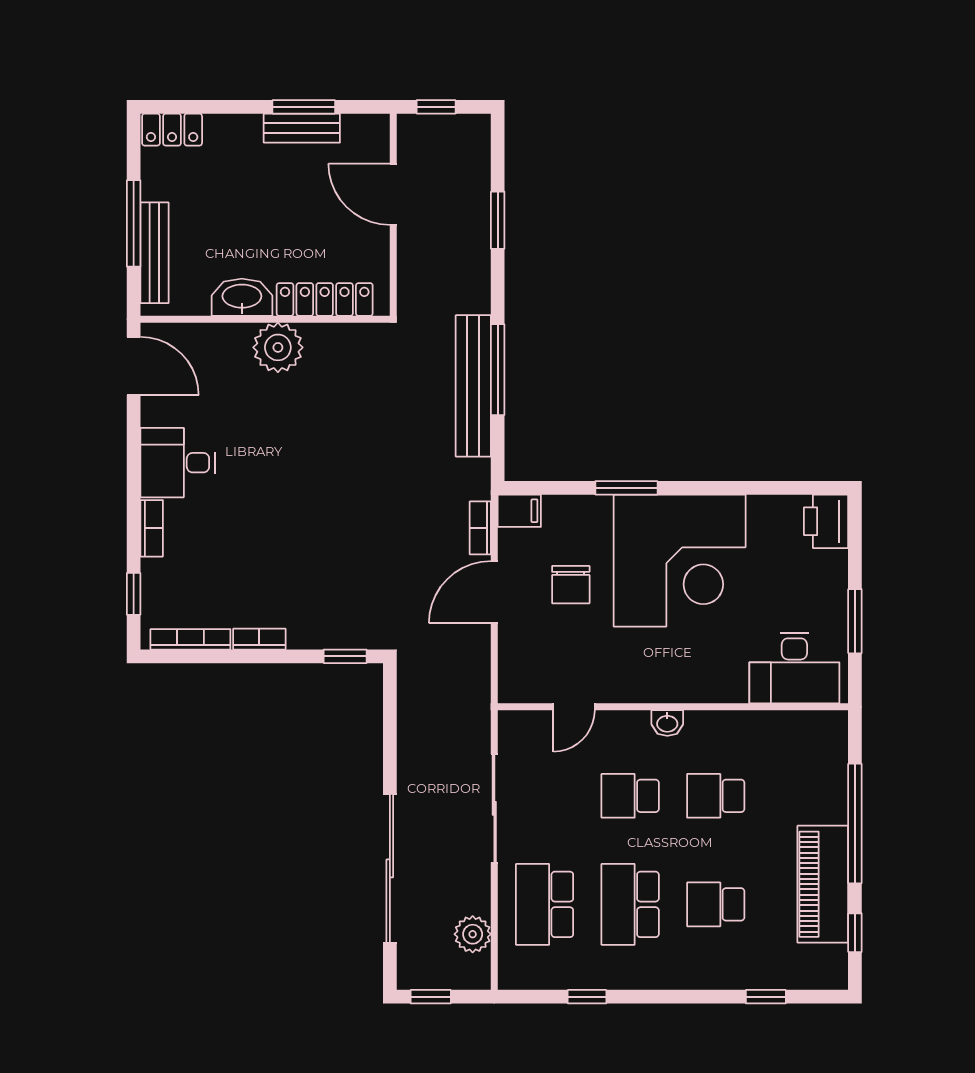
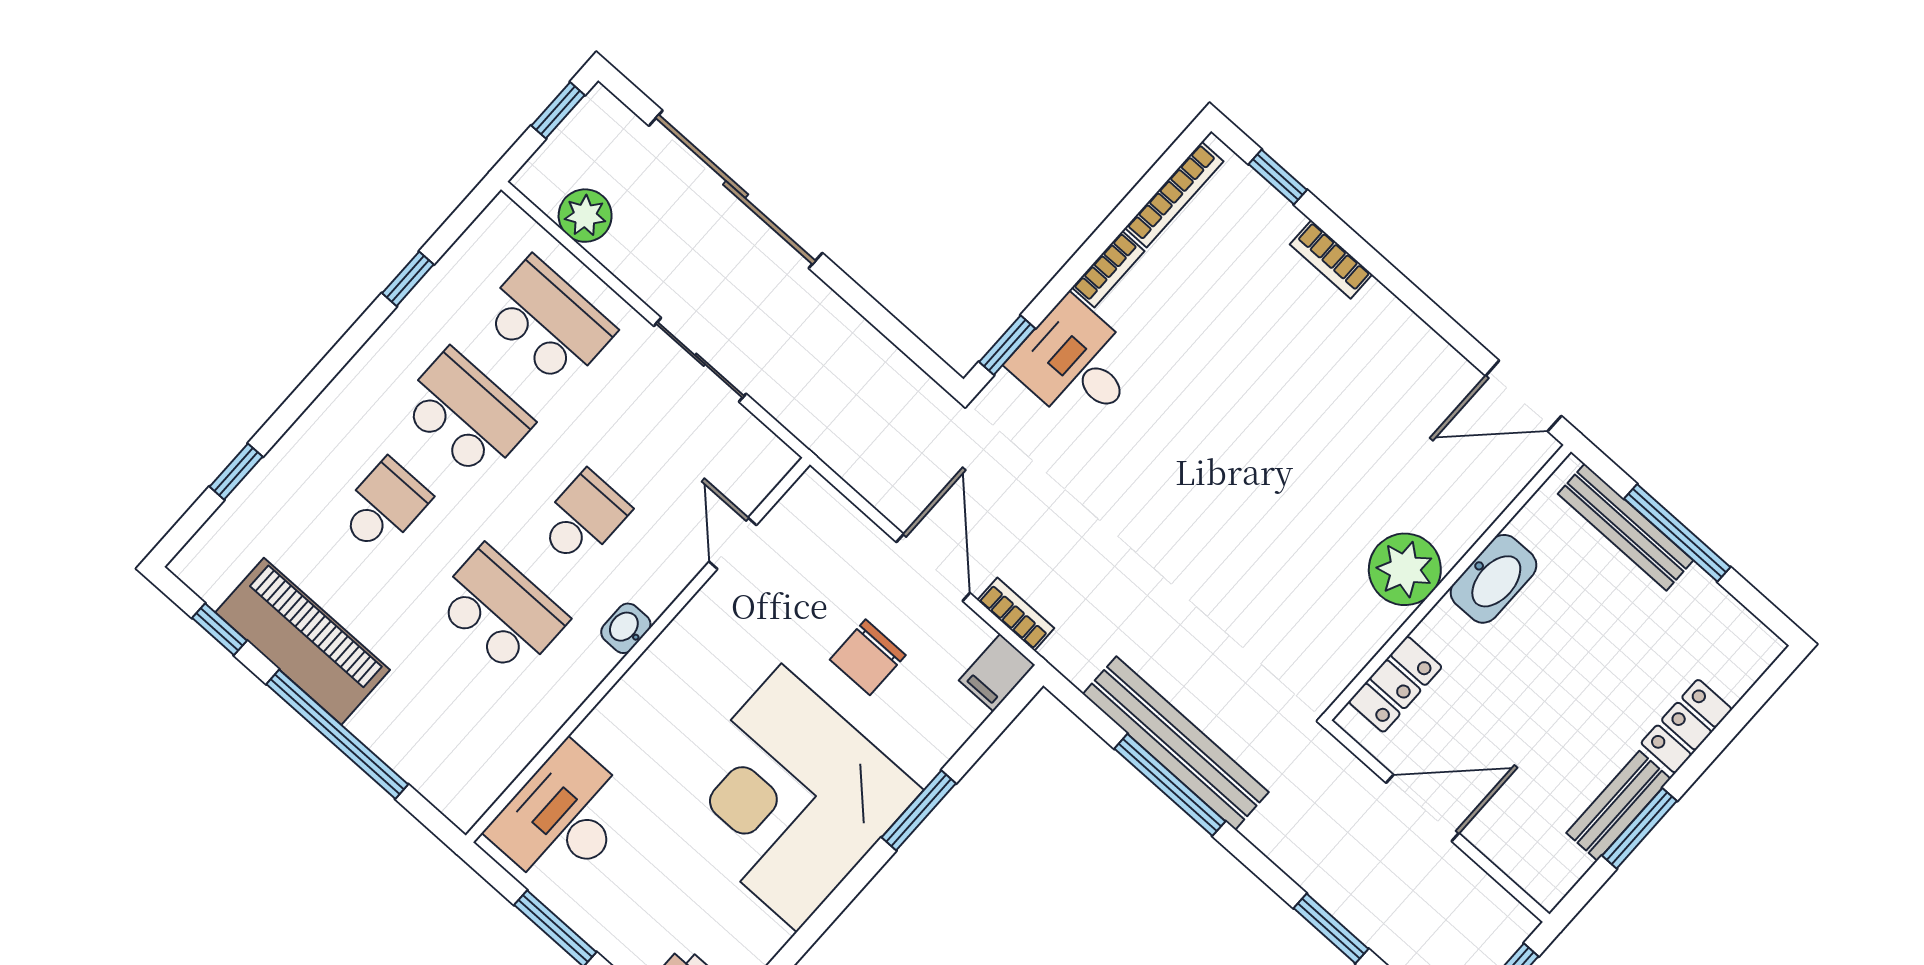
locker: (172, 130) -> (1686, 726), moved
door: (393, 194) -> (1423, 808), moved
locker: (325, 299) -> (1395, 684), width x0.66
desk: (178, 463) -> (1076, 364), moved, turned -90
chair: (571, 585) -> (868, 657), turned -90
school desk: (716, 796) -> (501, 611), width x1.85
sliding door: (494, 808) -> (700, 360), width x0.73

